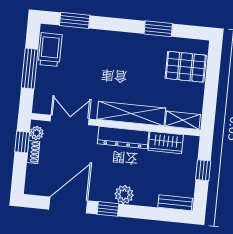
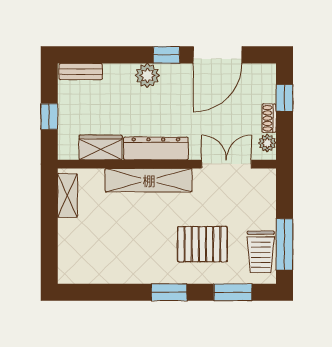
window: (158, 29) -> (169, 292), moved
pallet: (186, 67) -> (202, 244), moved
window: (30, 68) -> (285, 244), moved
double door: (70, 120) -> (226, 164), swing flipped
shelving: (183, 120) -> (67, 195), moved, turned 90
window: (22, 142) -> (285, 98), moved

